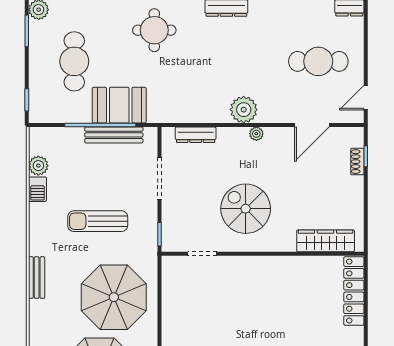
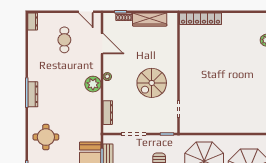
cafe table: (318, 61) -> (64, 40), width x0.73, depth x0.74
wardrobe: (326, 241) -> (150, 19), moved, turned -90

